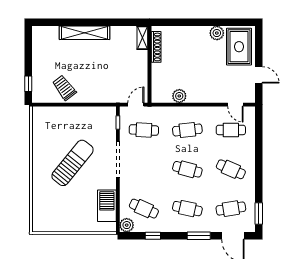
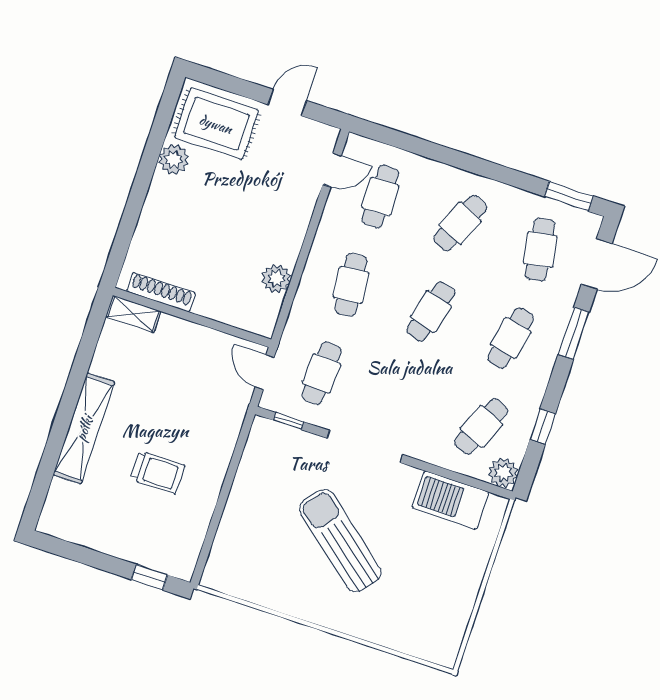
trolley: (64, 88) -> (157, 472), moved, turned -143

